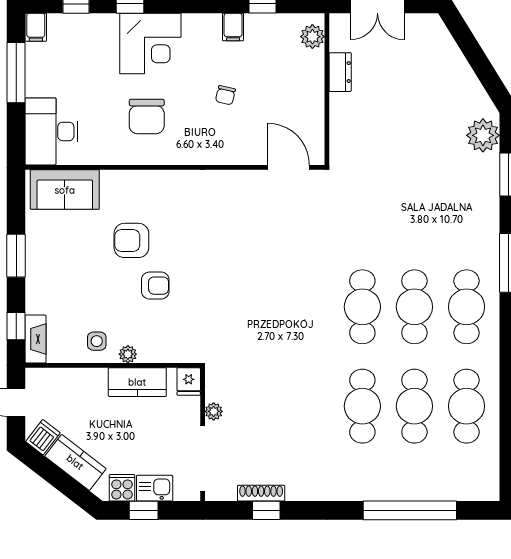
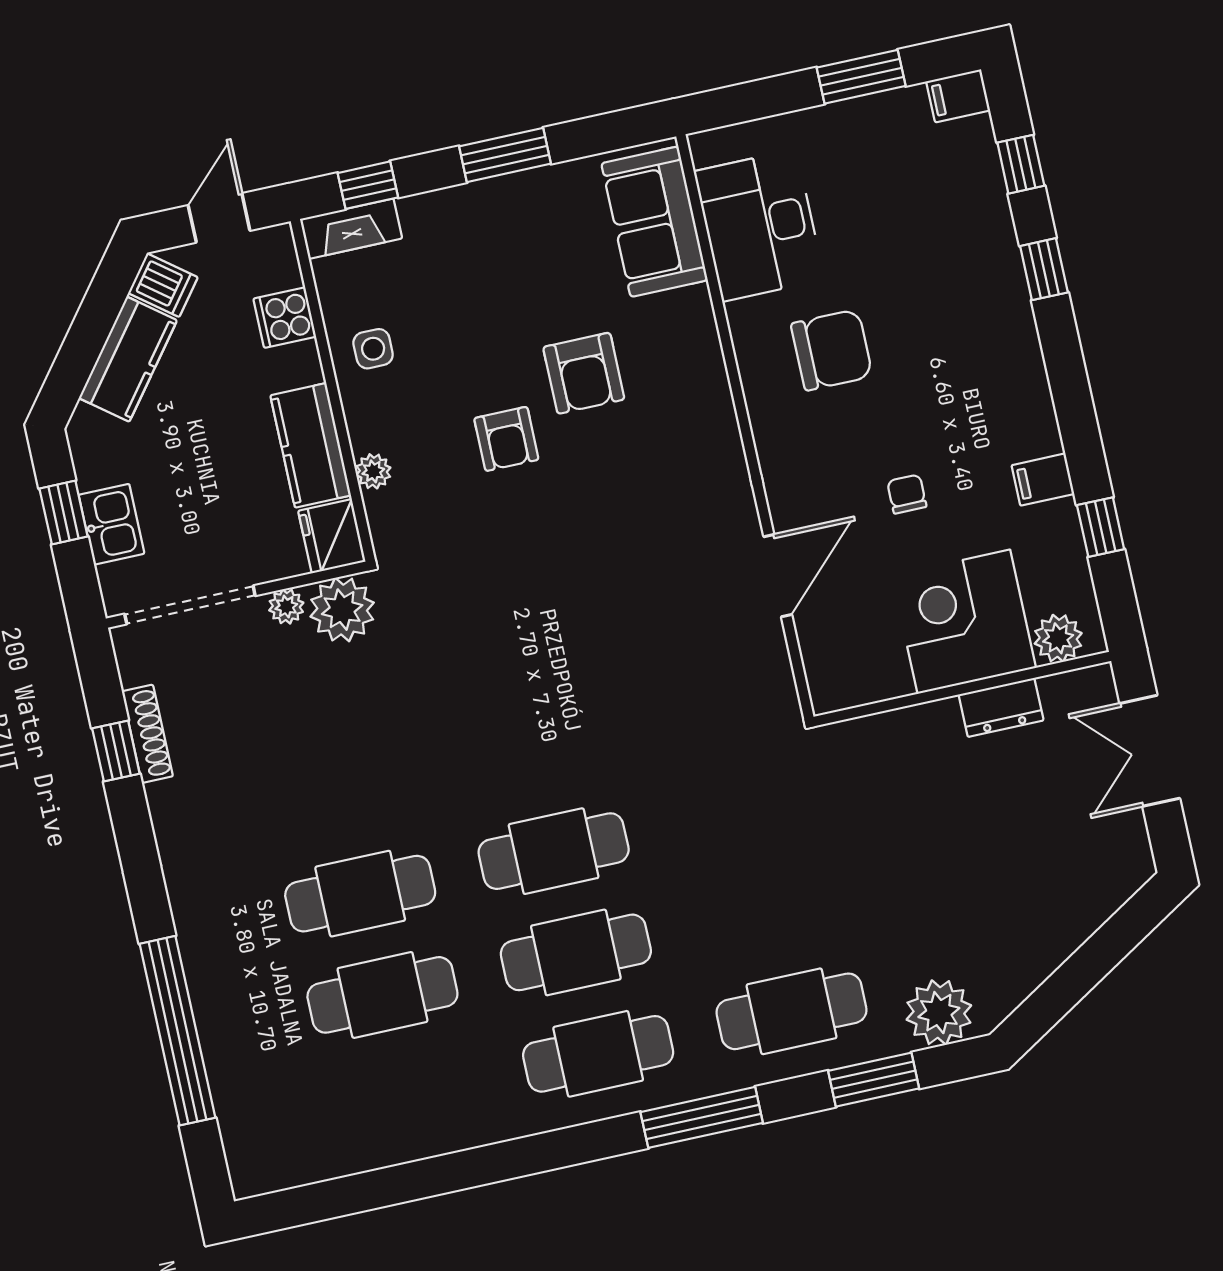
corner desk: (150, 43) -> (964, 622), moved, turned 90
window: (16, 73) -> (861, 77), width x0.69
chair: (225, 95) -> (907, 494), turned 77
chair: (147, 116) -> (832, 350), turned 180
desk: (52, 131) -> (759, 225), moved, turned -90
door: (289, 167) -> (778, 576), moved
armchair: (131, 240) -> (584, 373), turned 180
plant: (128, 354) -> (373, 471), moved
fridge: (189, 382) -> (332, 536), width x1.38
plant: (221, 384) -> (342, 610), added
cafe table: (467, 406) -> (792, 1011), moved
cooker: (122, 488) -> (285, 318), moved, turned 180

